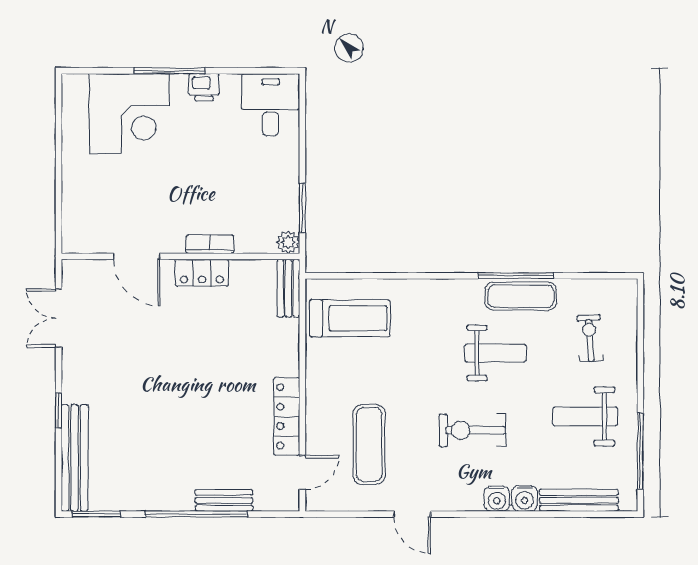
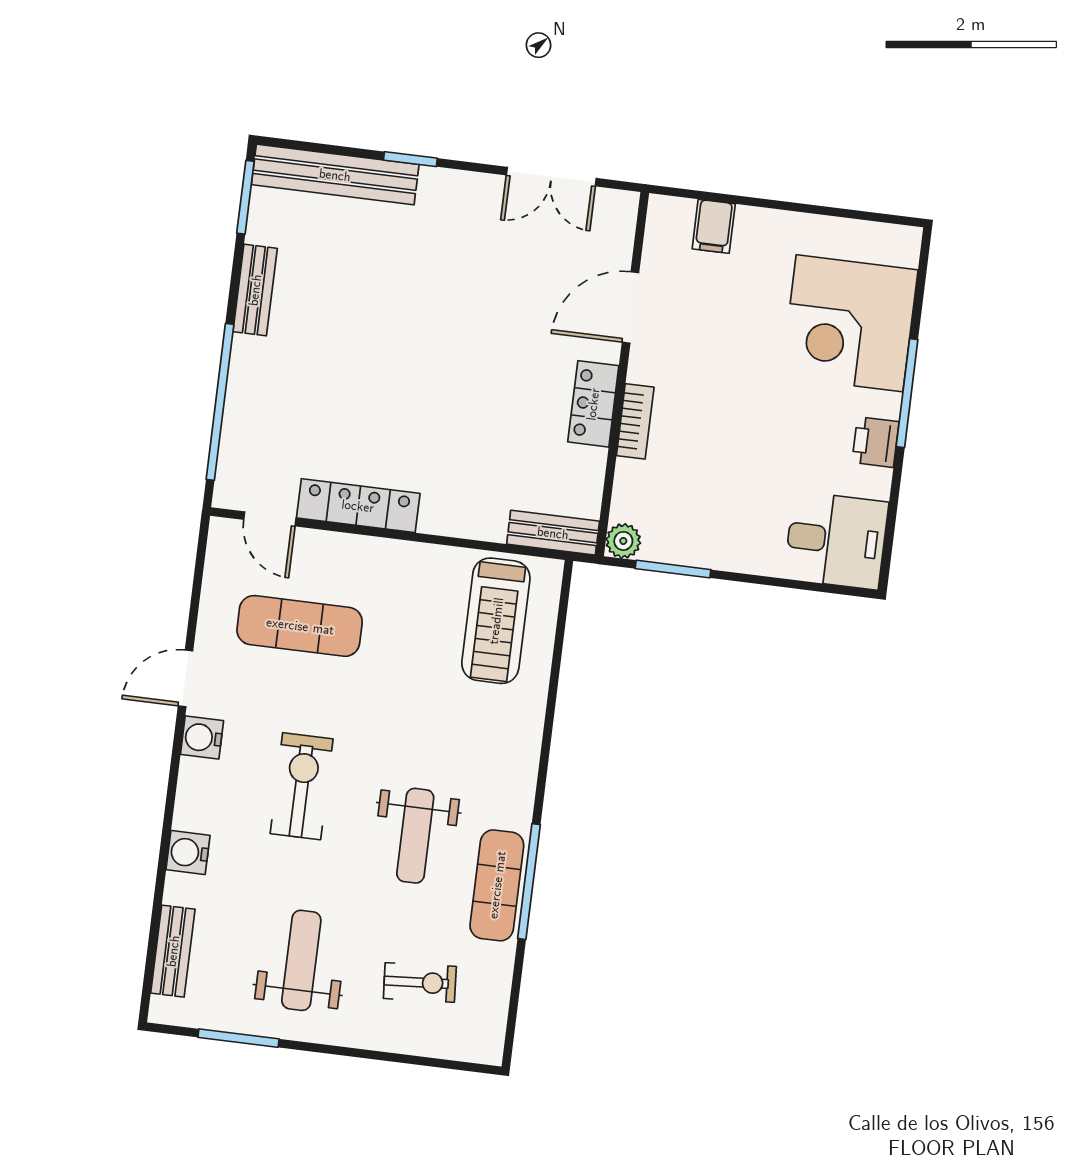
filing cabinet: (78, 209) -> (714, 226), added
double door: (59, 318) -> (551, 177), swing flipped
window: (640, 451) -> (238, 1038), width x0.69
water cooler: (497, 499) -> (202, 738), moved
bench: (224, 500) -> (255, 290), moved
bench: (579, 500) -> (173, 951), width x0.73
window: (196, 514) -> (220, 402), moved

